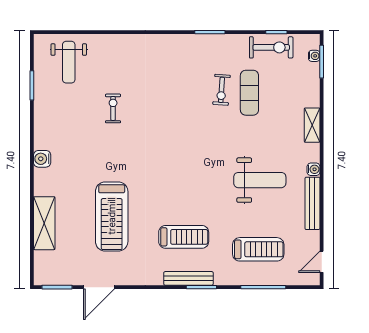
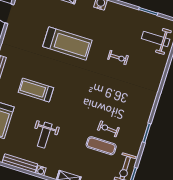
weight bench: (260, 180) -> (45, 135), width x0.73, depth x0.75
treadmill: (112, 216) -> (67, 43), moved, turned 180
treadmill: (184, 237) -> (36, 90), moved, turned 90

